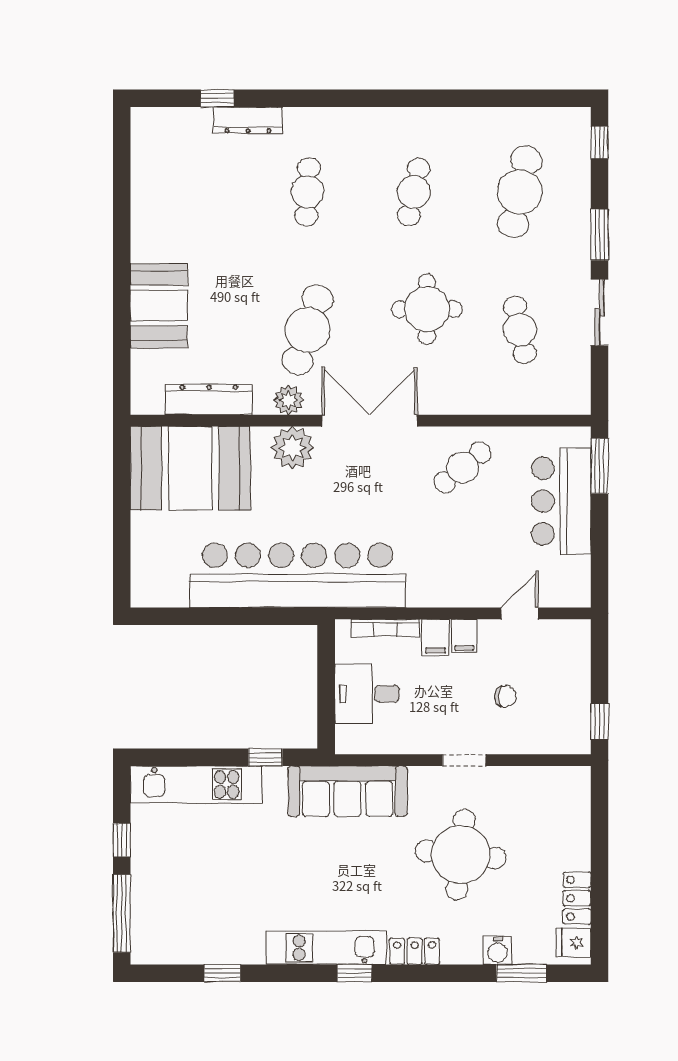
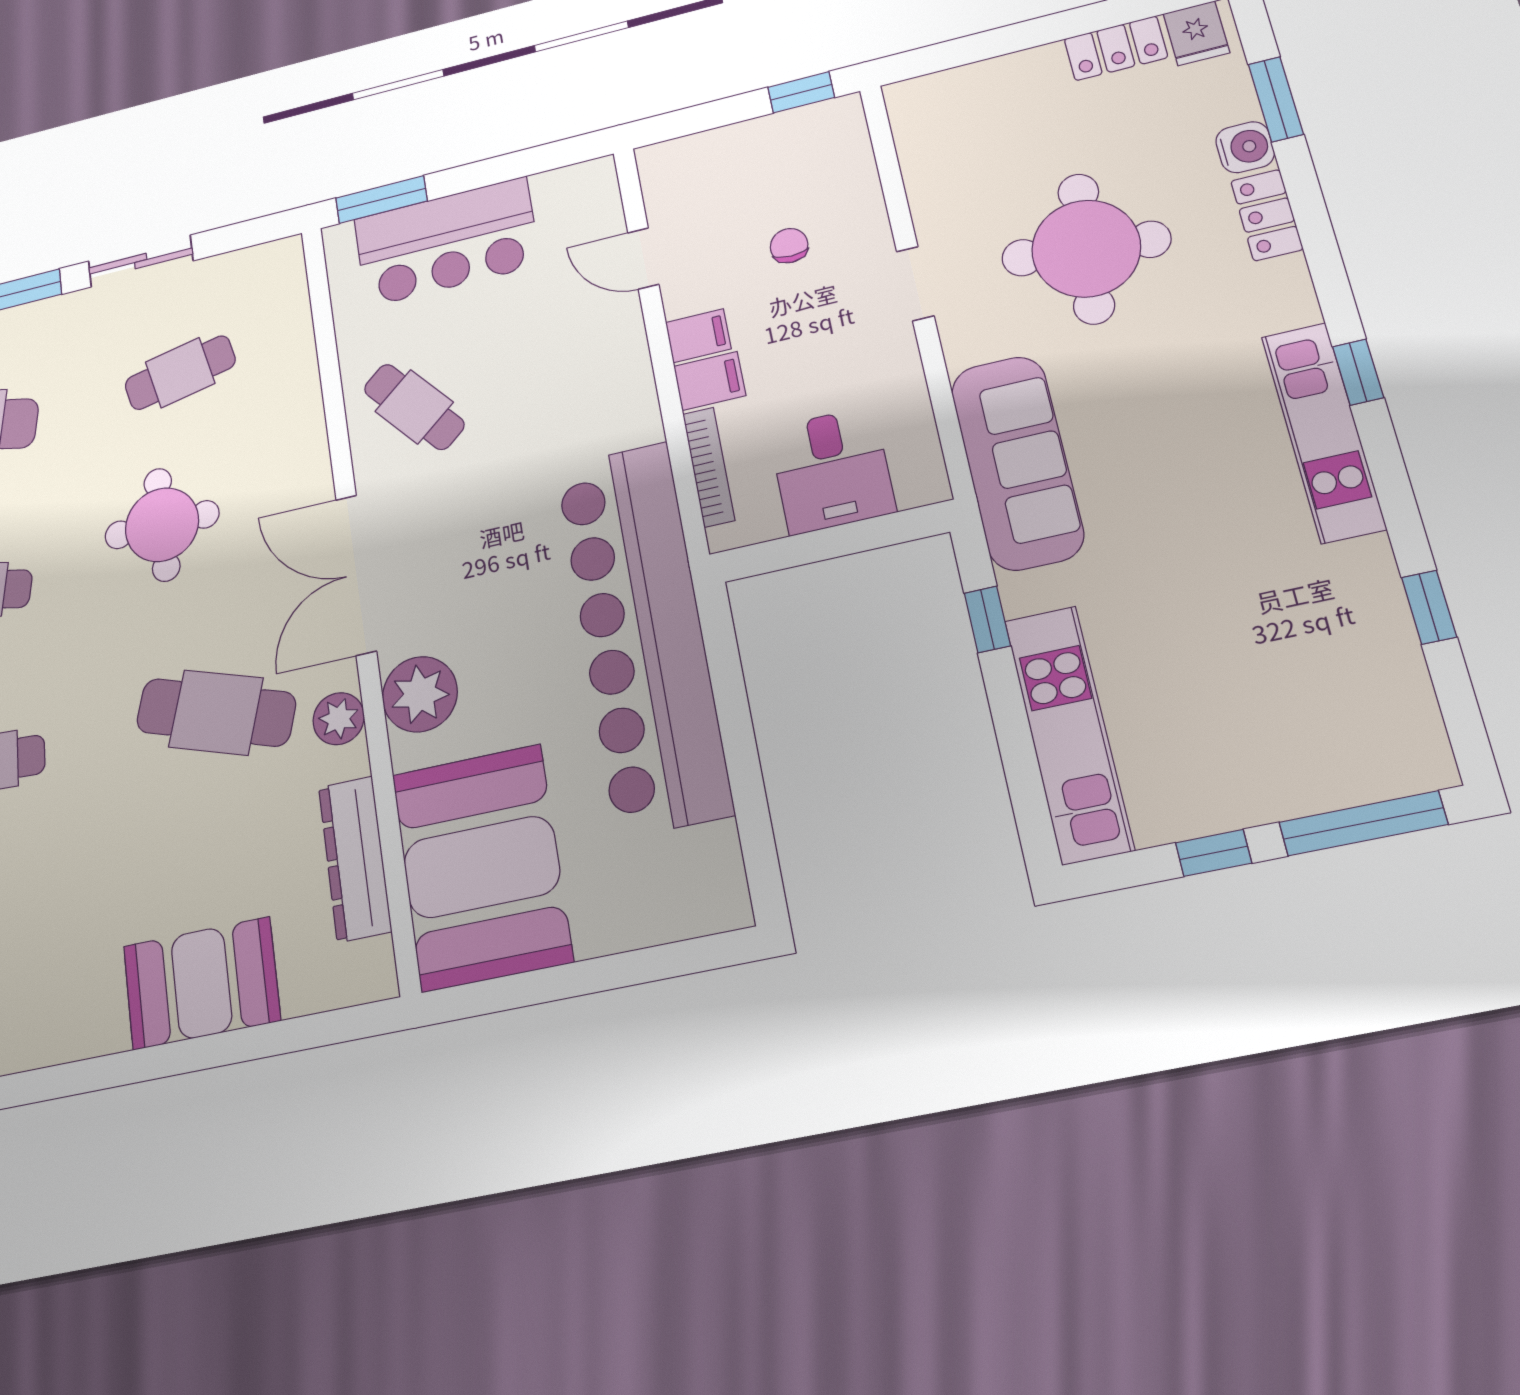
locker: (415, 951) -> (1267, 215), moved

